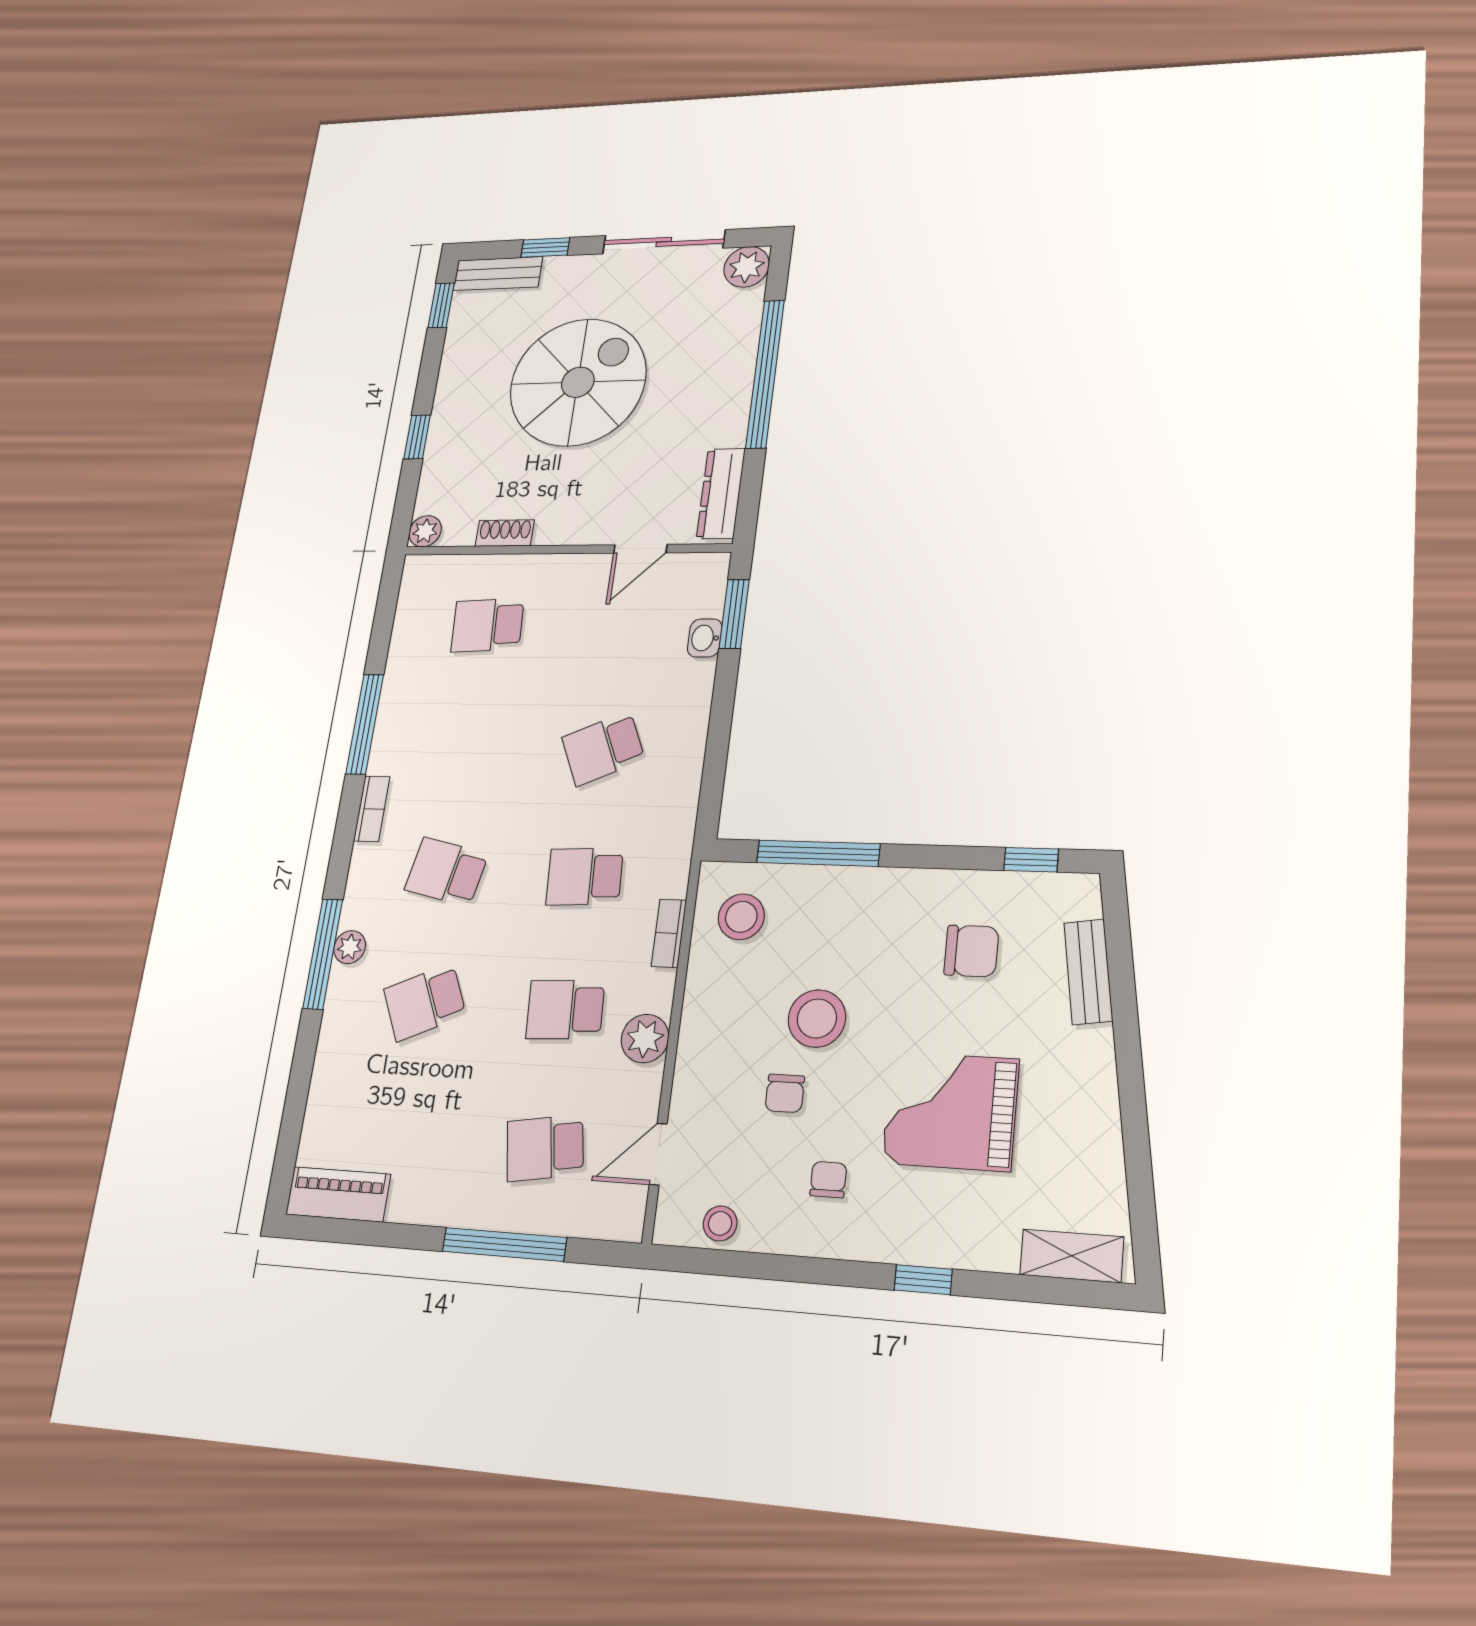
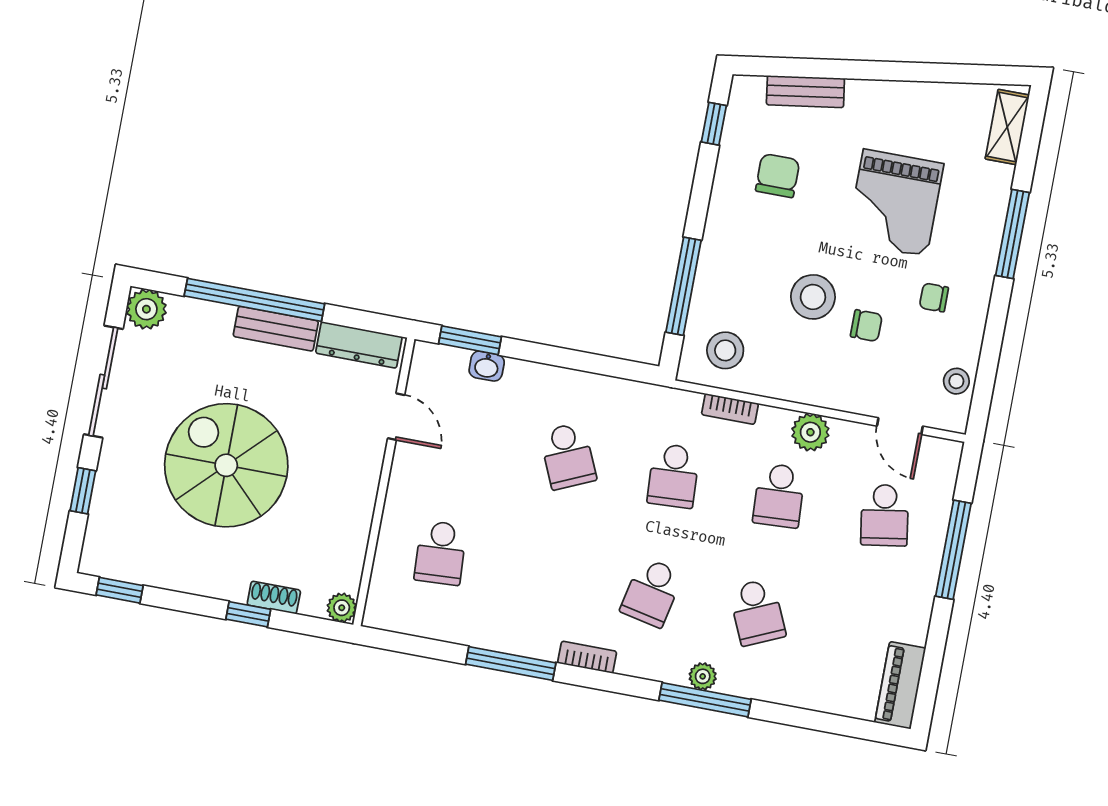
bench: (498, 274) -> (276, 329), moved, turned 90
shoe rack: (505, 533) -> (274, 598), moved, turned 90
window: (923, 1280) -> (1013, 234), width x2.17

